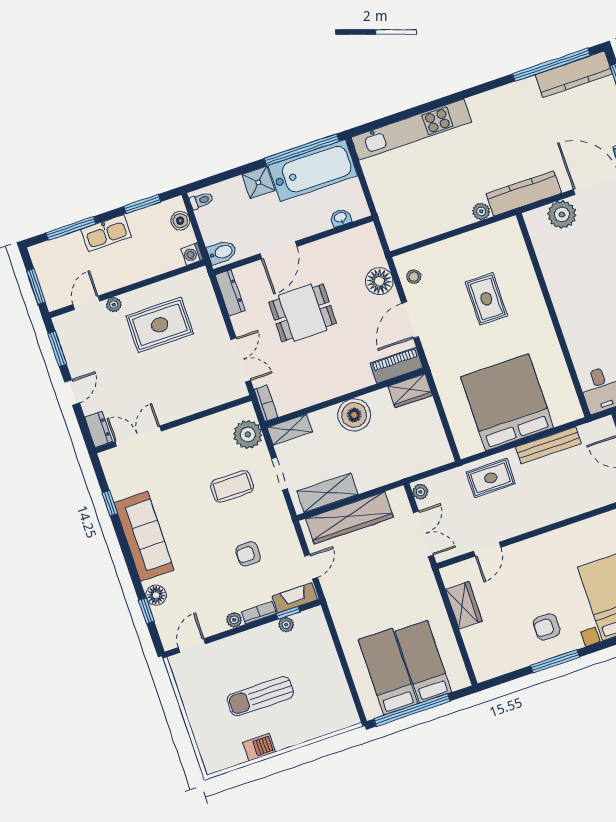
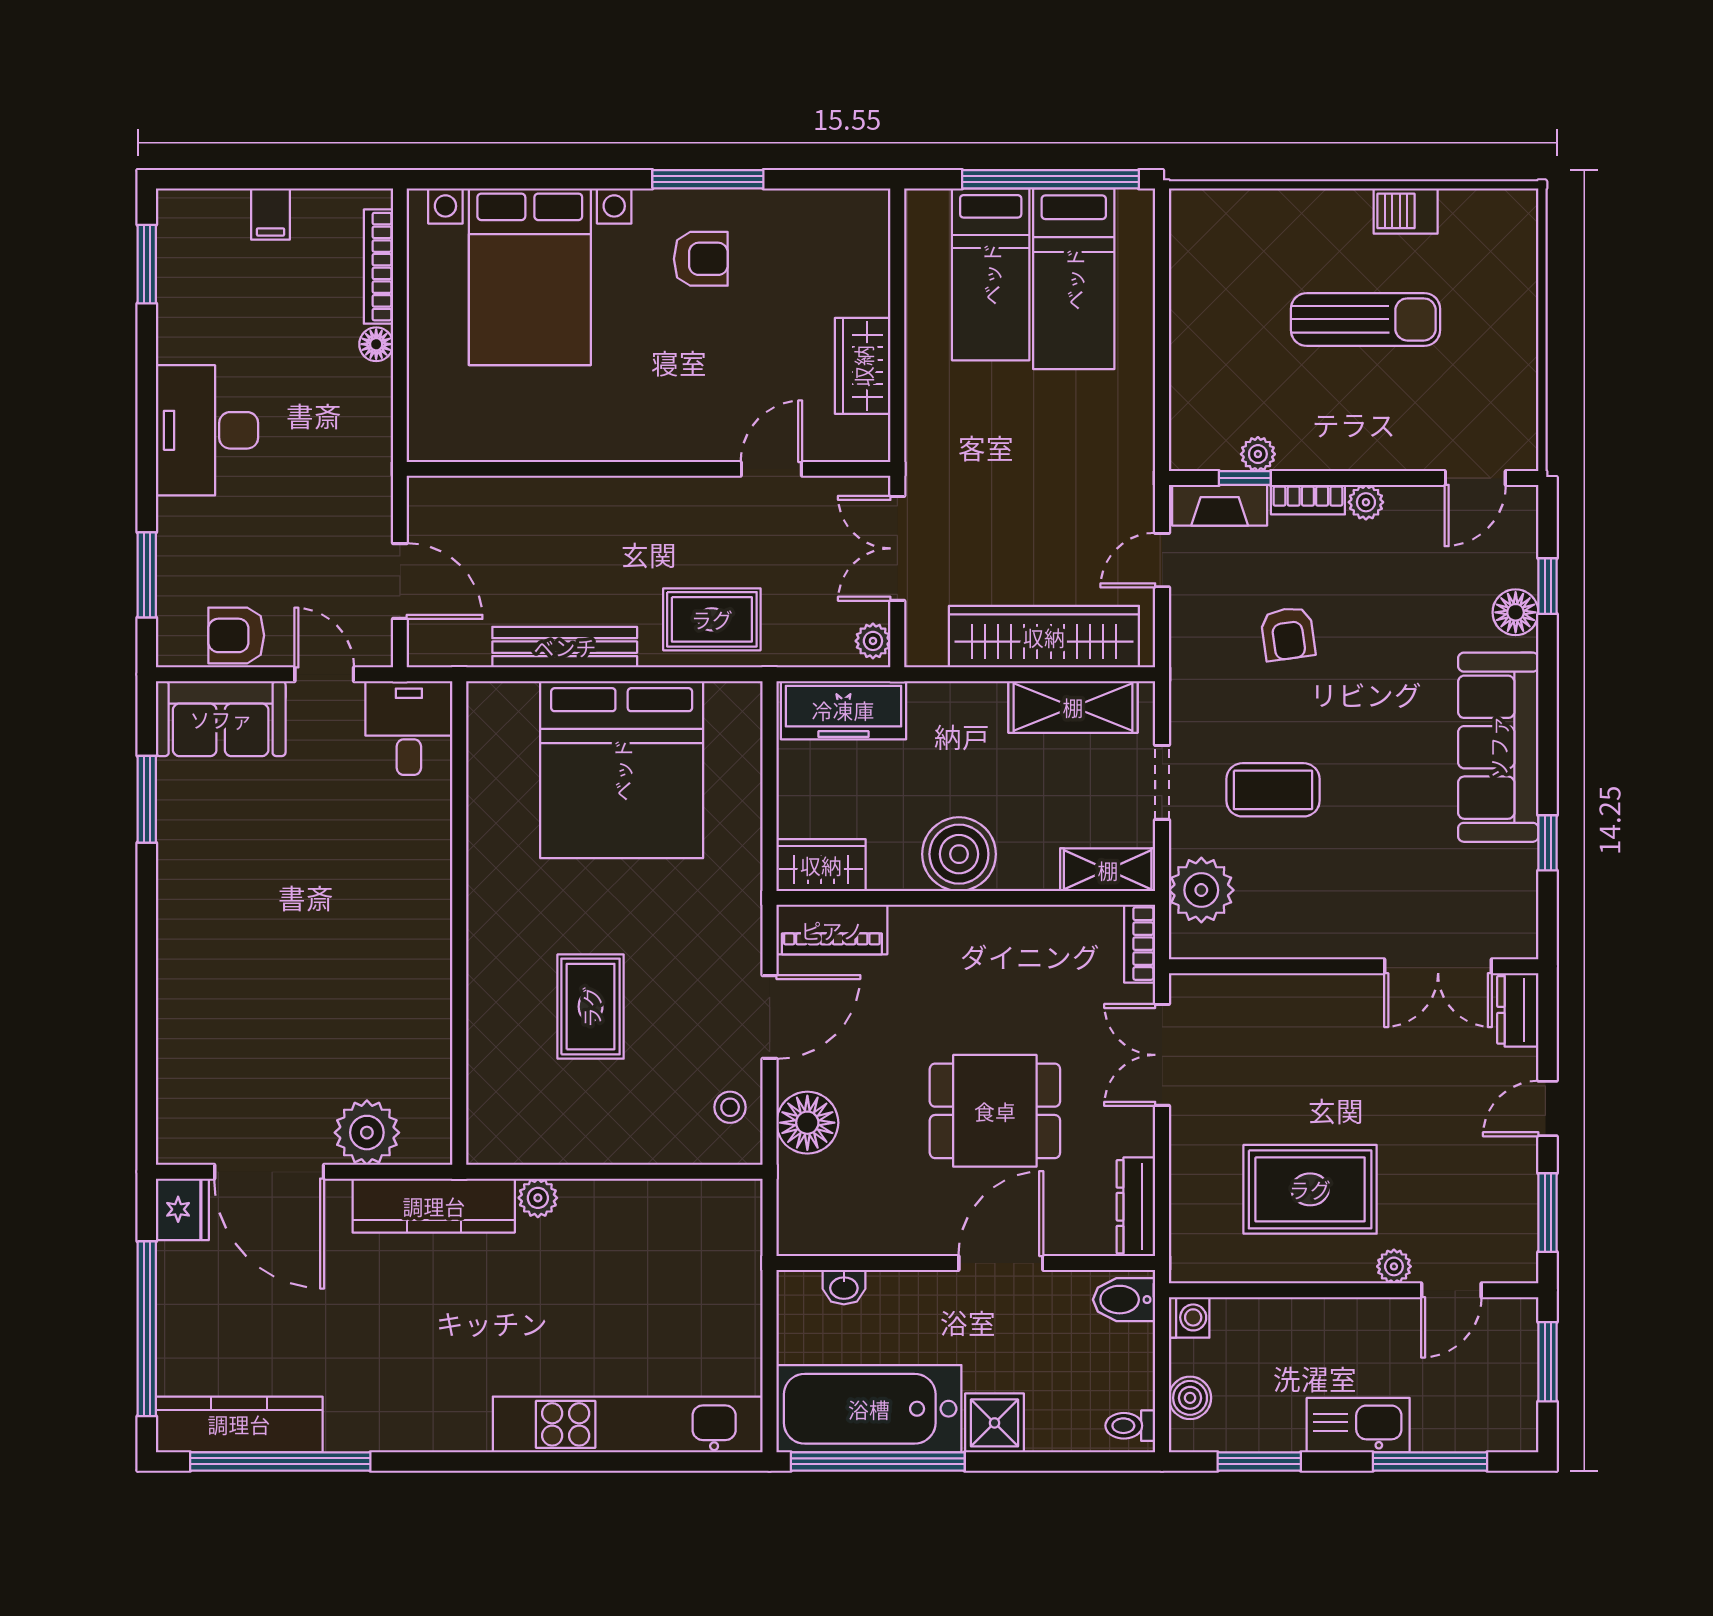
freezer: (423, 459) -> (843, 710), added
armchair: (248, 554) -> (1288, 634), turned 82

